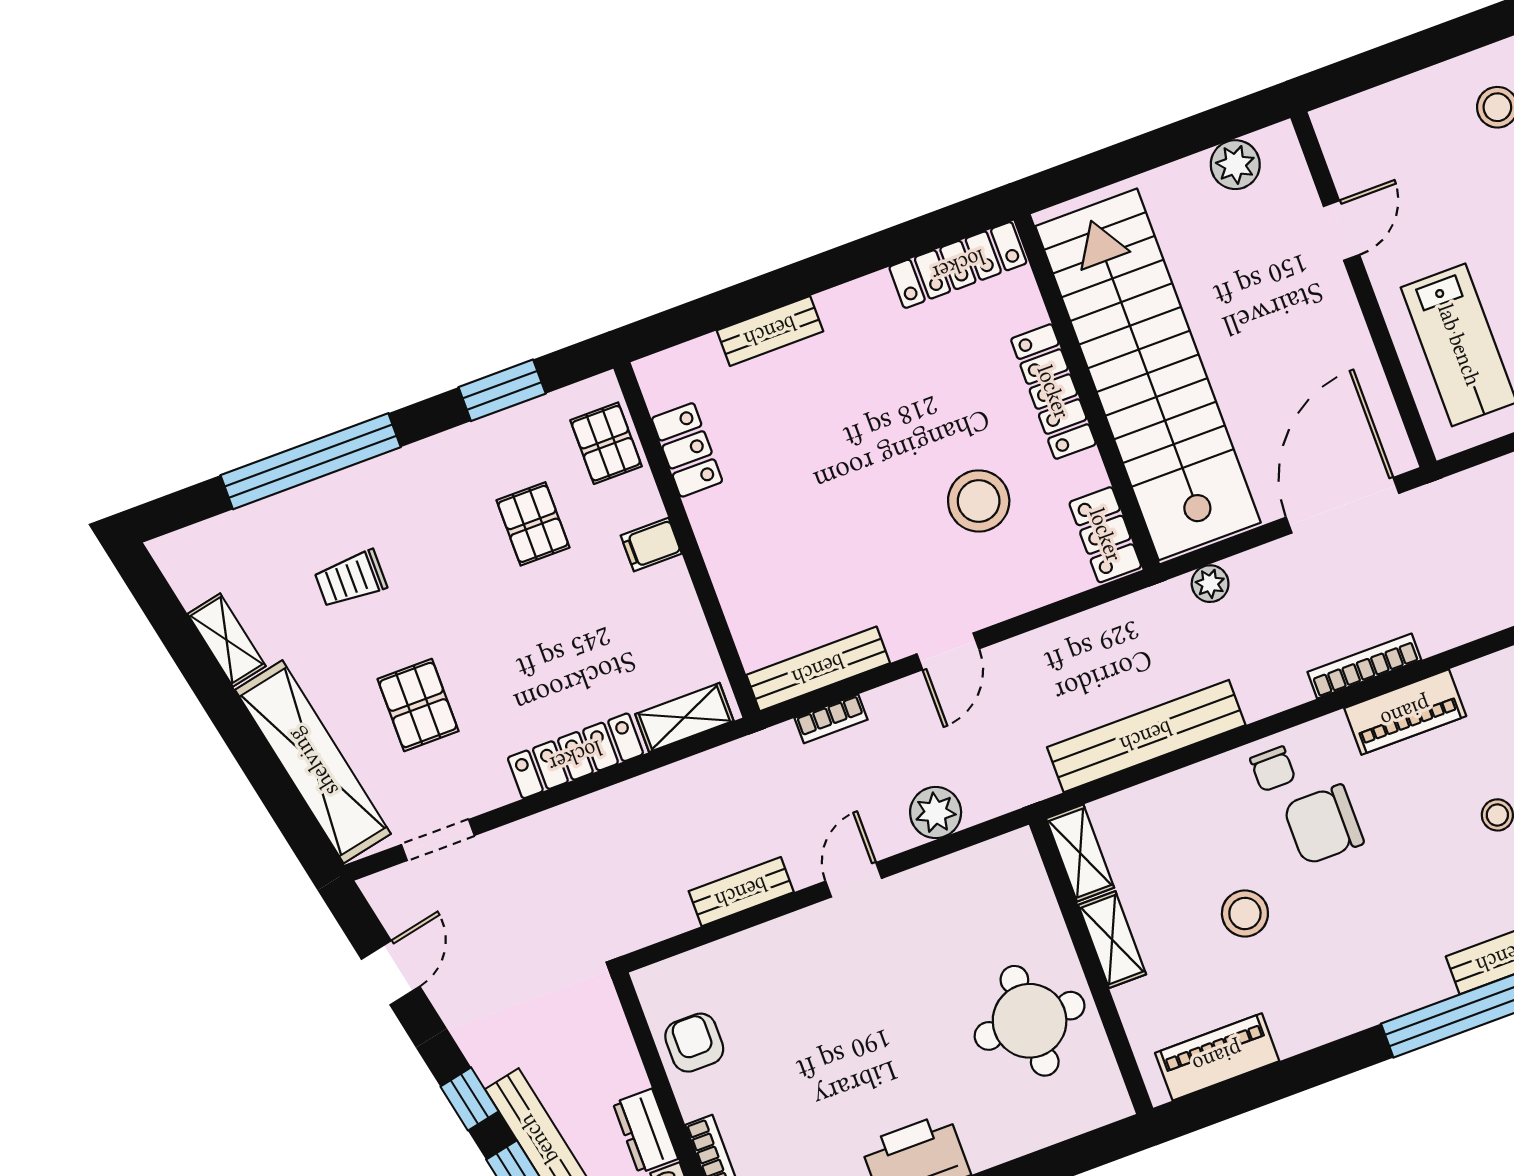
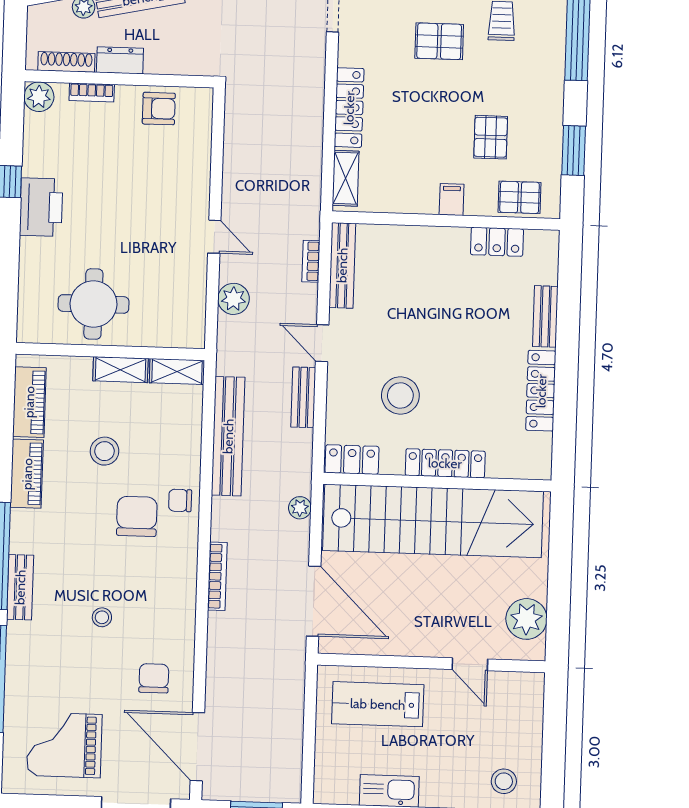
plant: (1235, 165) -> (526, 619), width x1.36, depth x1.36
locker: (958, 265) -> (541, 391), moved
pallet: (533, 524) -> (491, 137), turned 90
pallet: (418, 705) -> (439, 41), moved
piano: (1405, 712) -> (27, 474), moved, turned 180
bench: (741, 892) -> (303, 397), moved

